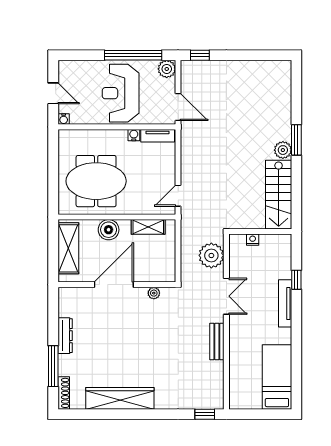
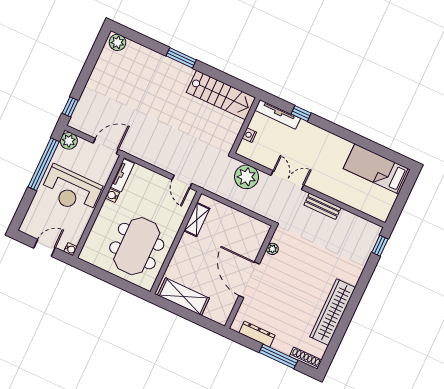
plant: (283, 150) -> (117, 42), moved
boiler: (109, 230) -> (183, 255), removed
door: (114, 285) -> (249, 280), moved
wall: (117, 285) -> (250, 277), moved
plant: (154, 293) -> (272, 249), moved
tv unit: (285, 303) -> (278, 114), moved

